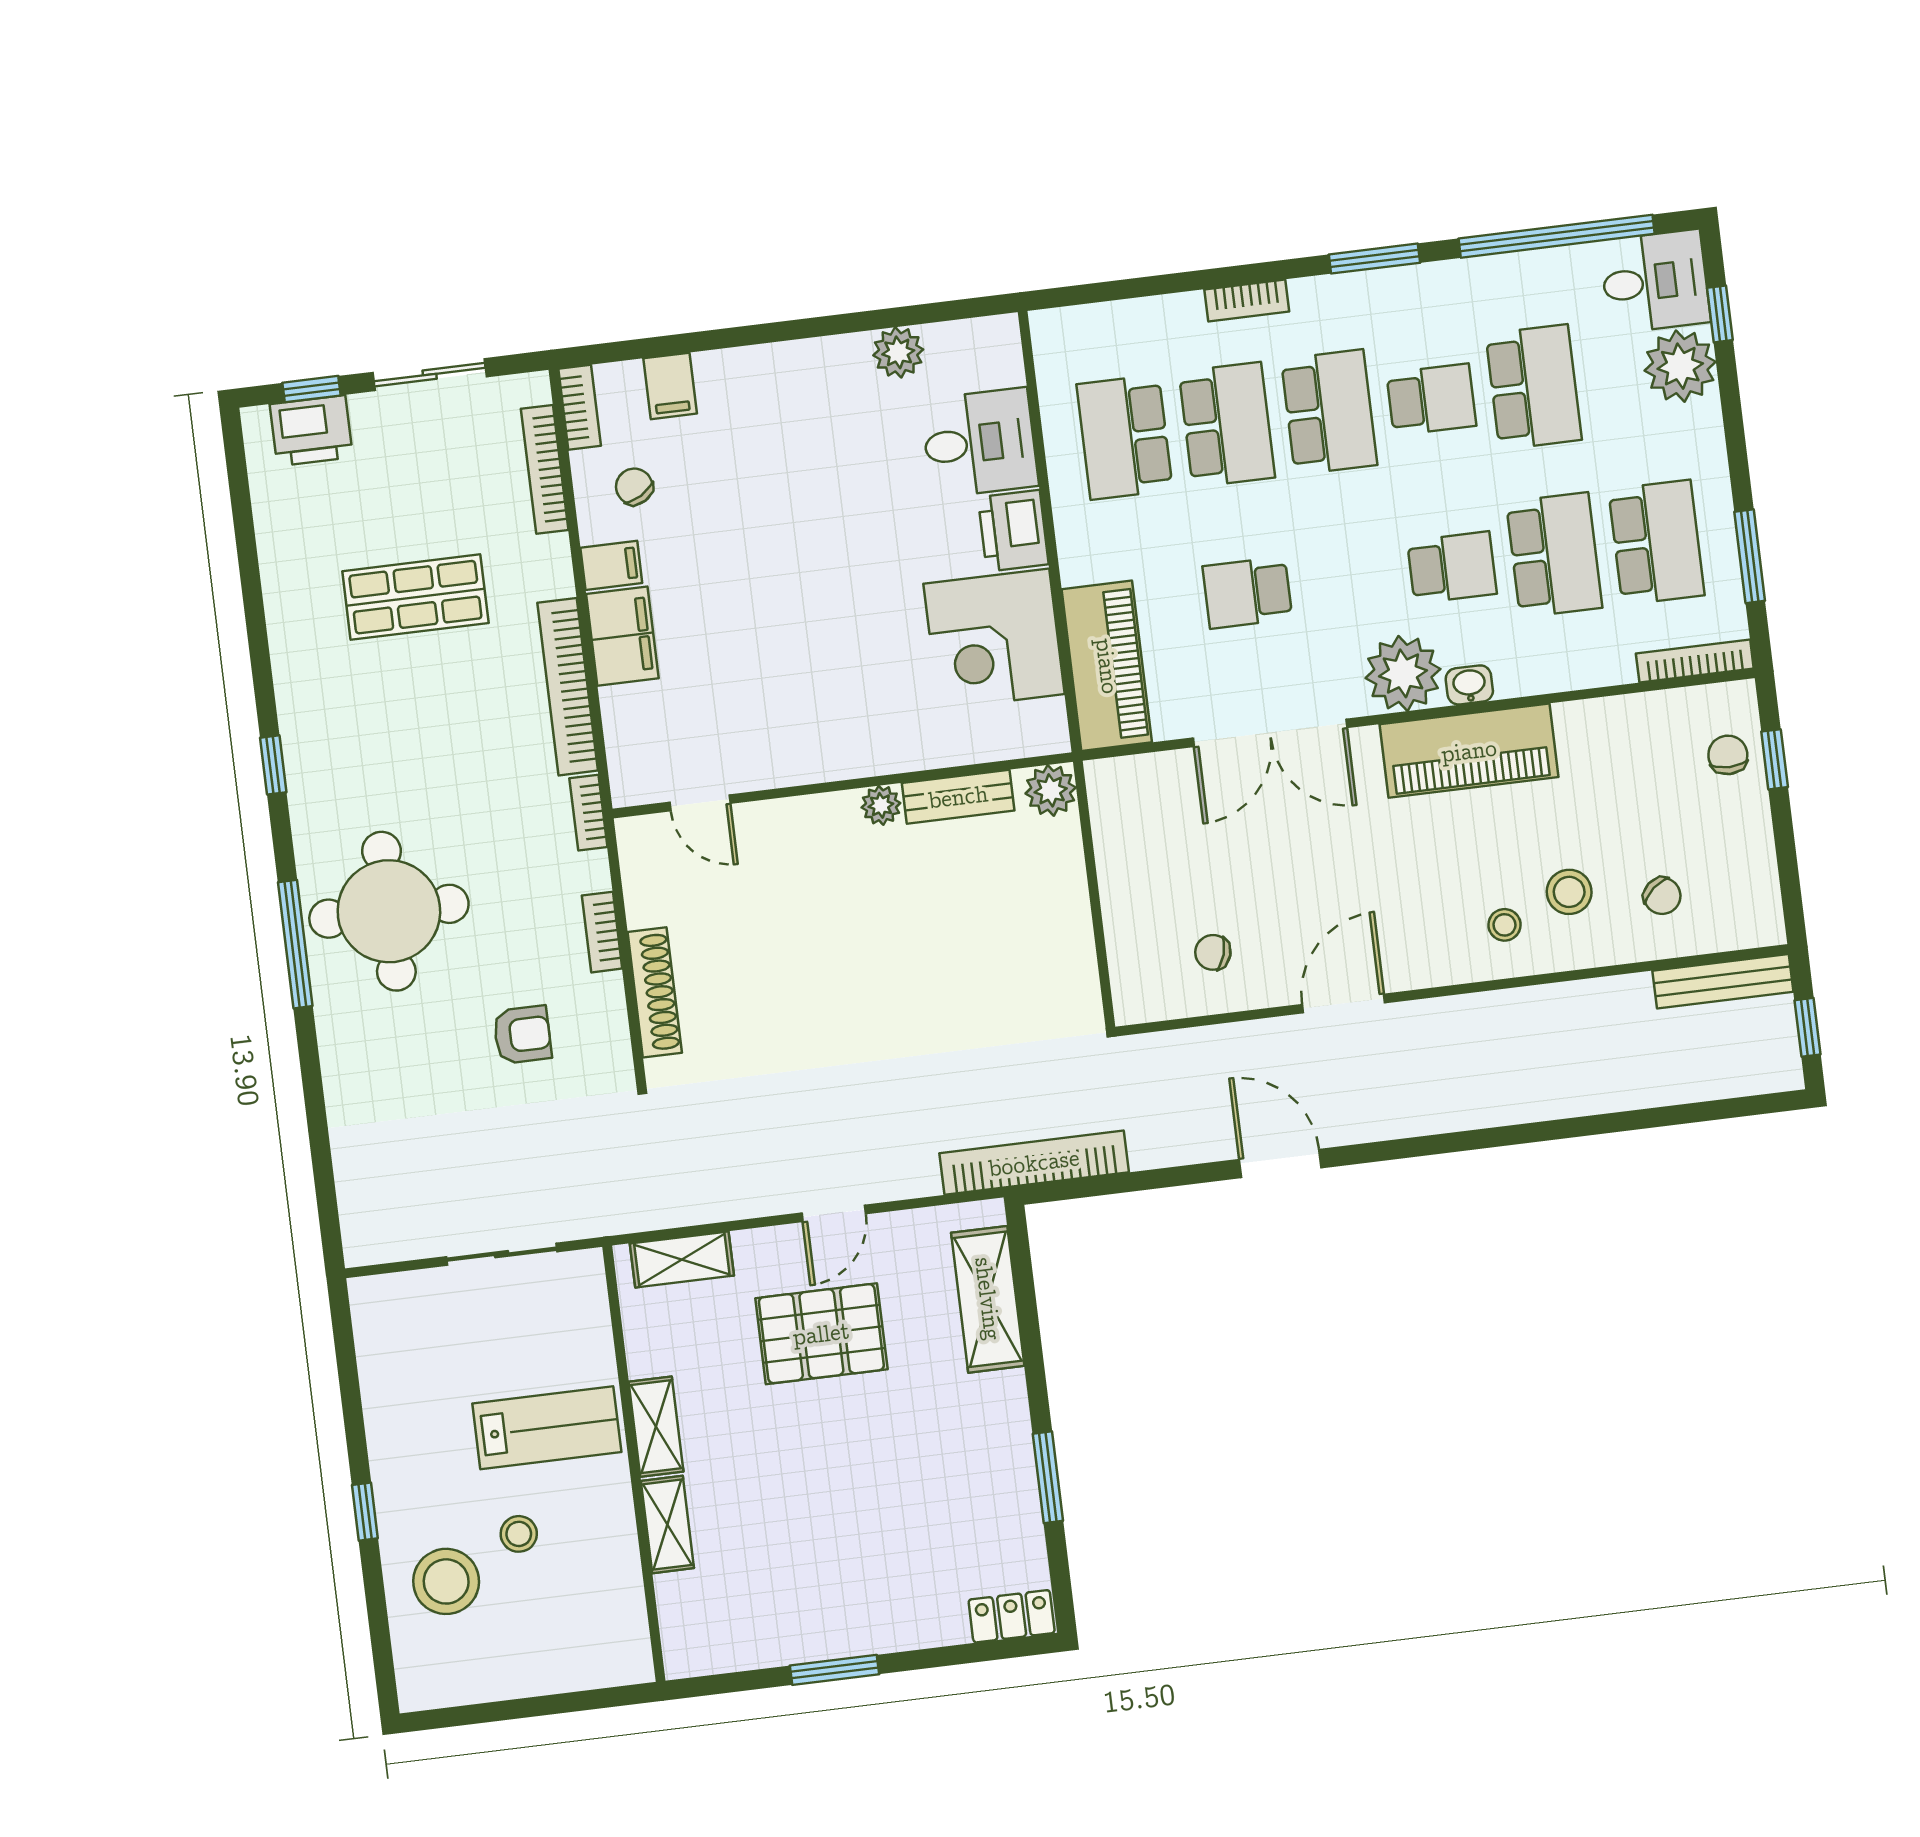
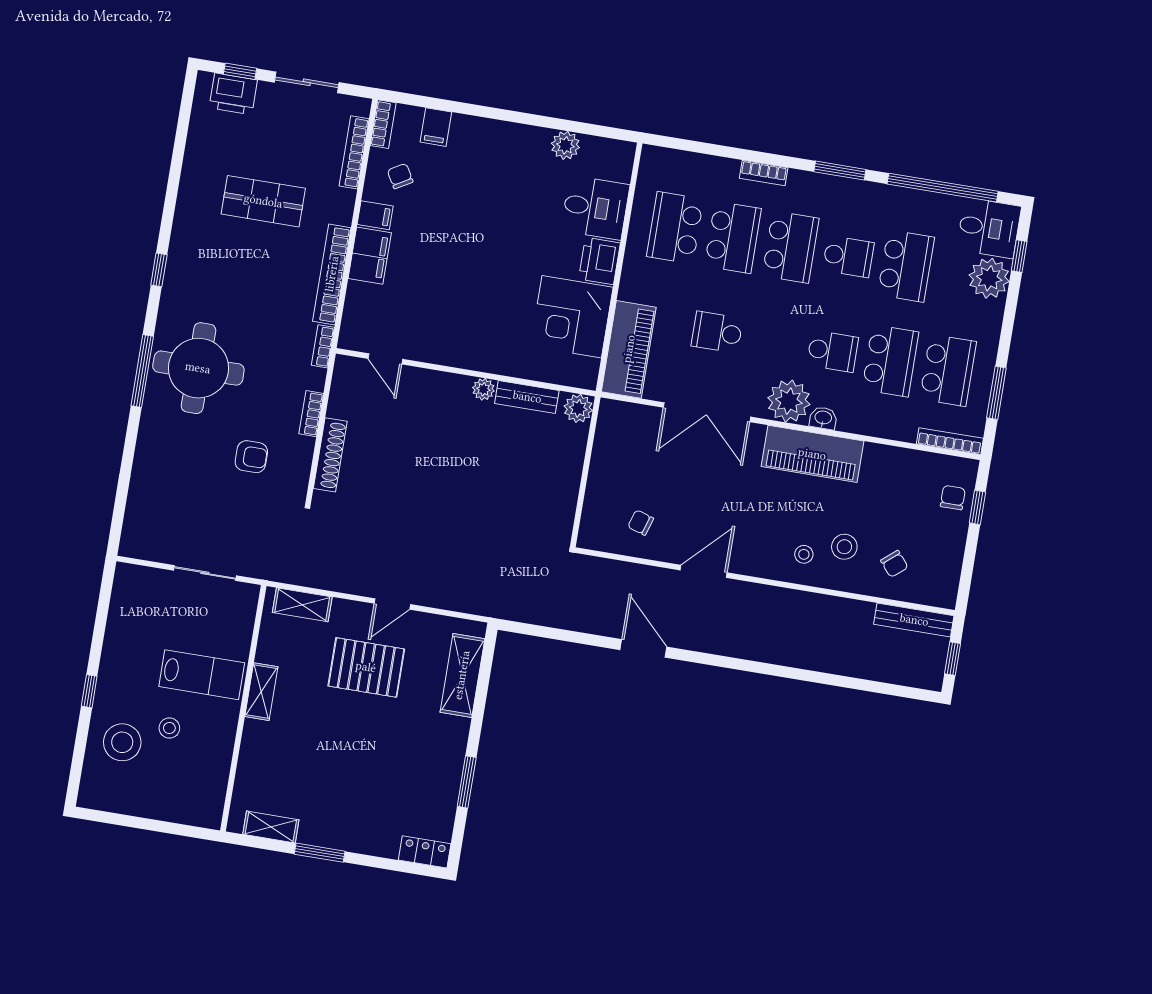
bookcase: (1034, 1163) -> (510, 608), removed
shelving: (667, 1525) -> (271, 827), moved, turned 90

